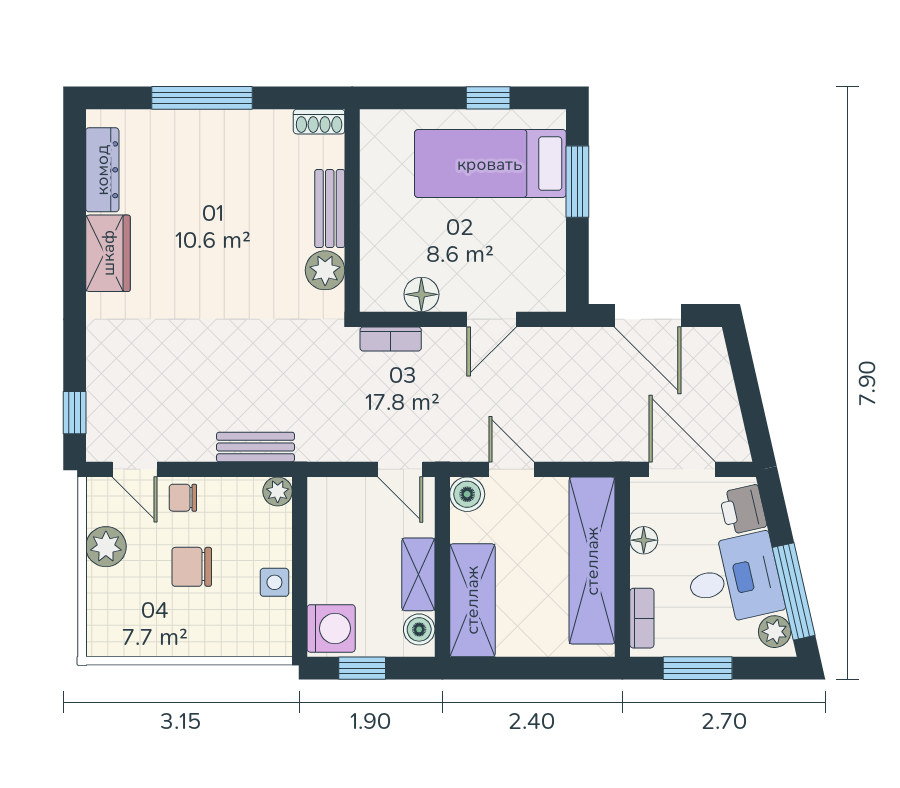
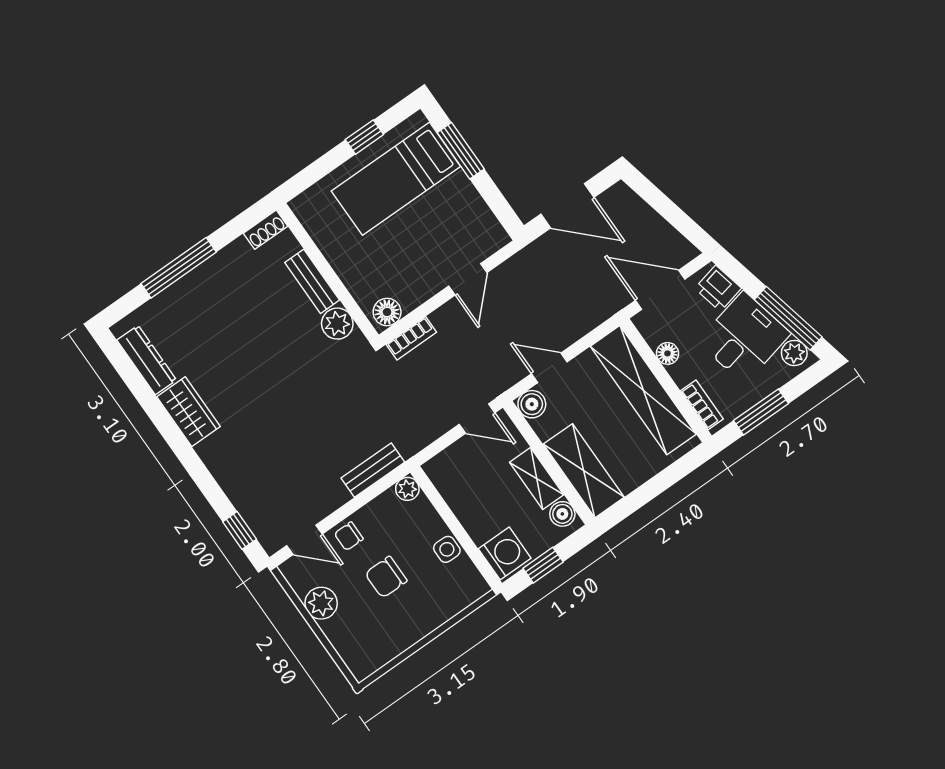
floor lamp: (421, 294) -> (387, 312), moved

